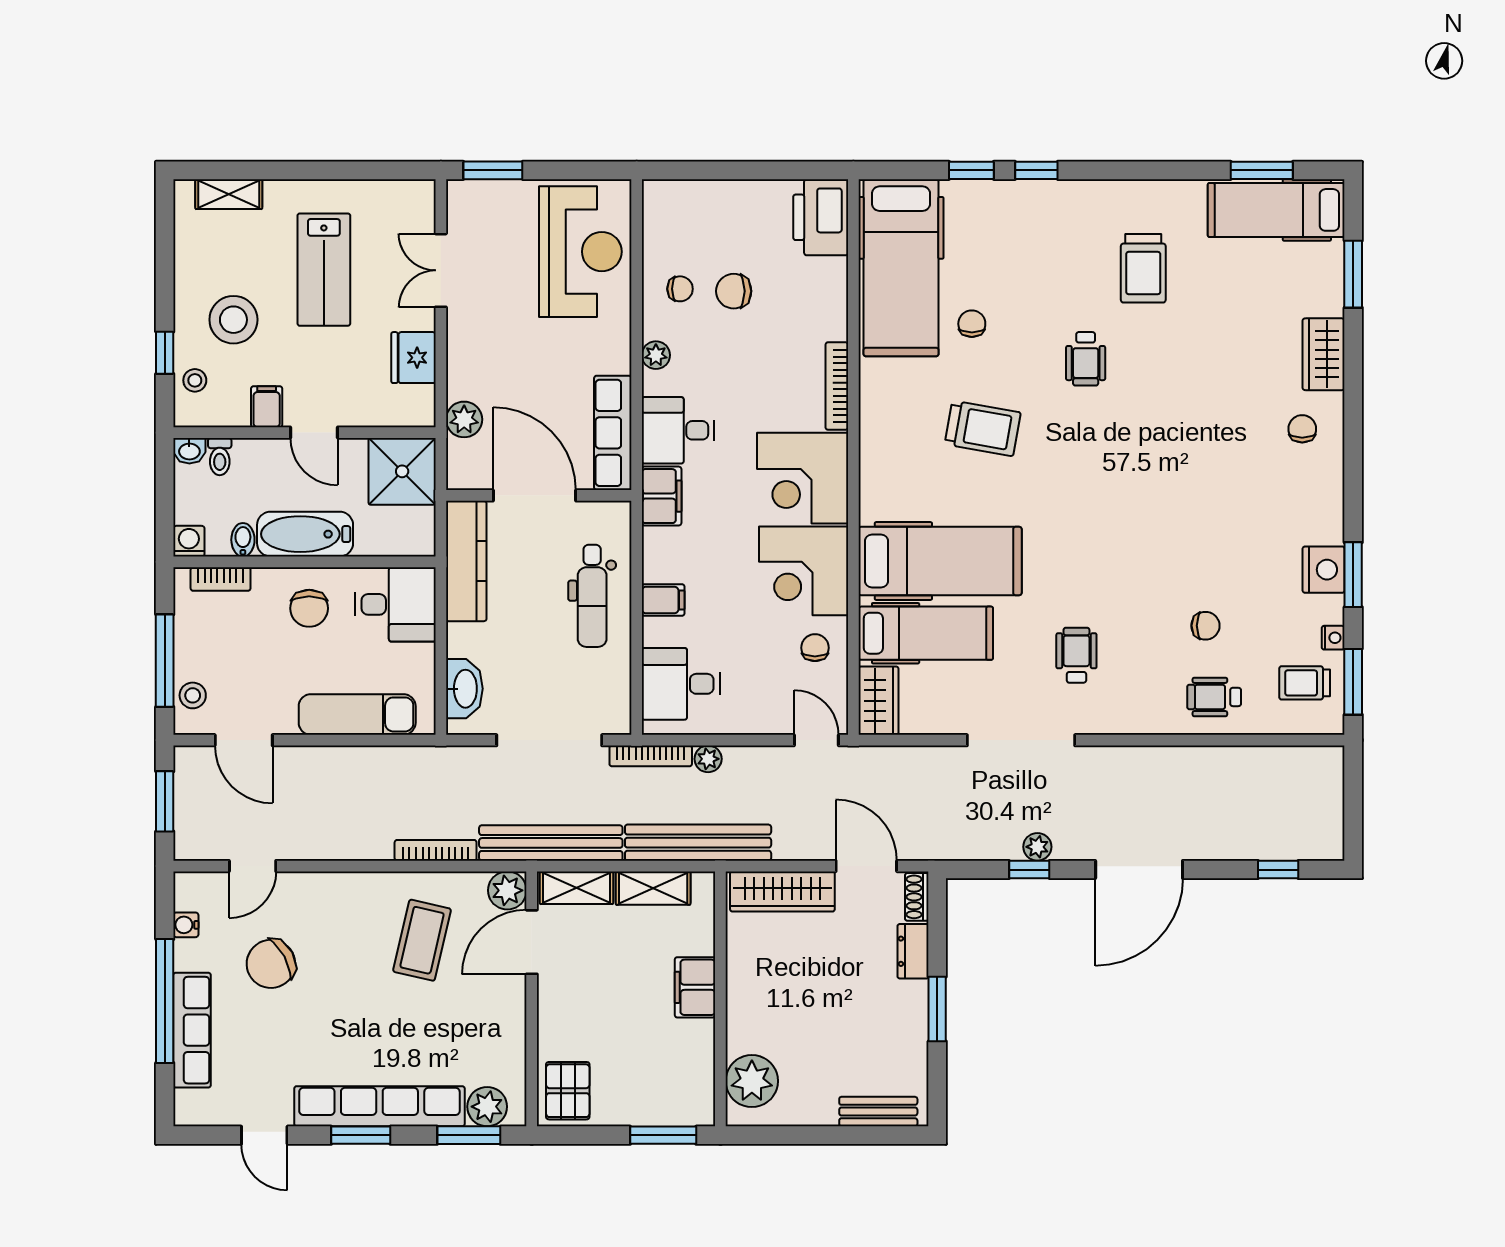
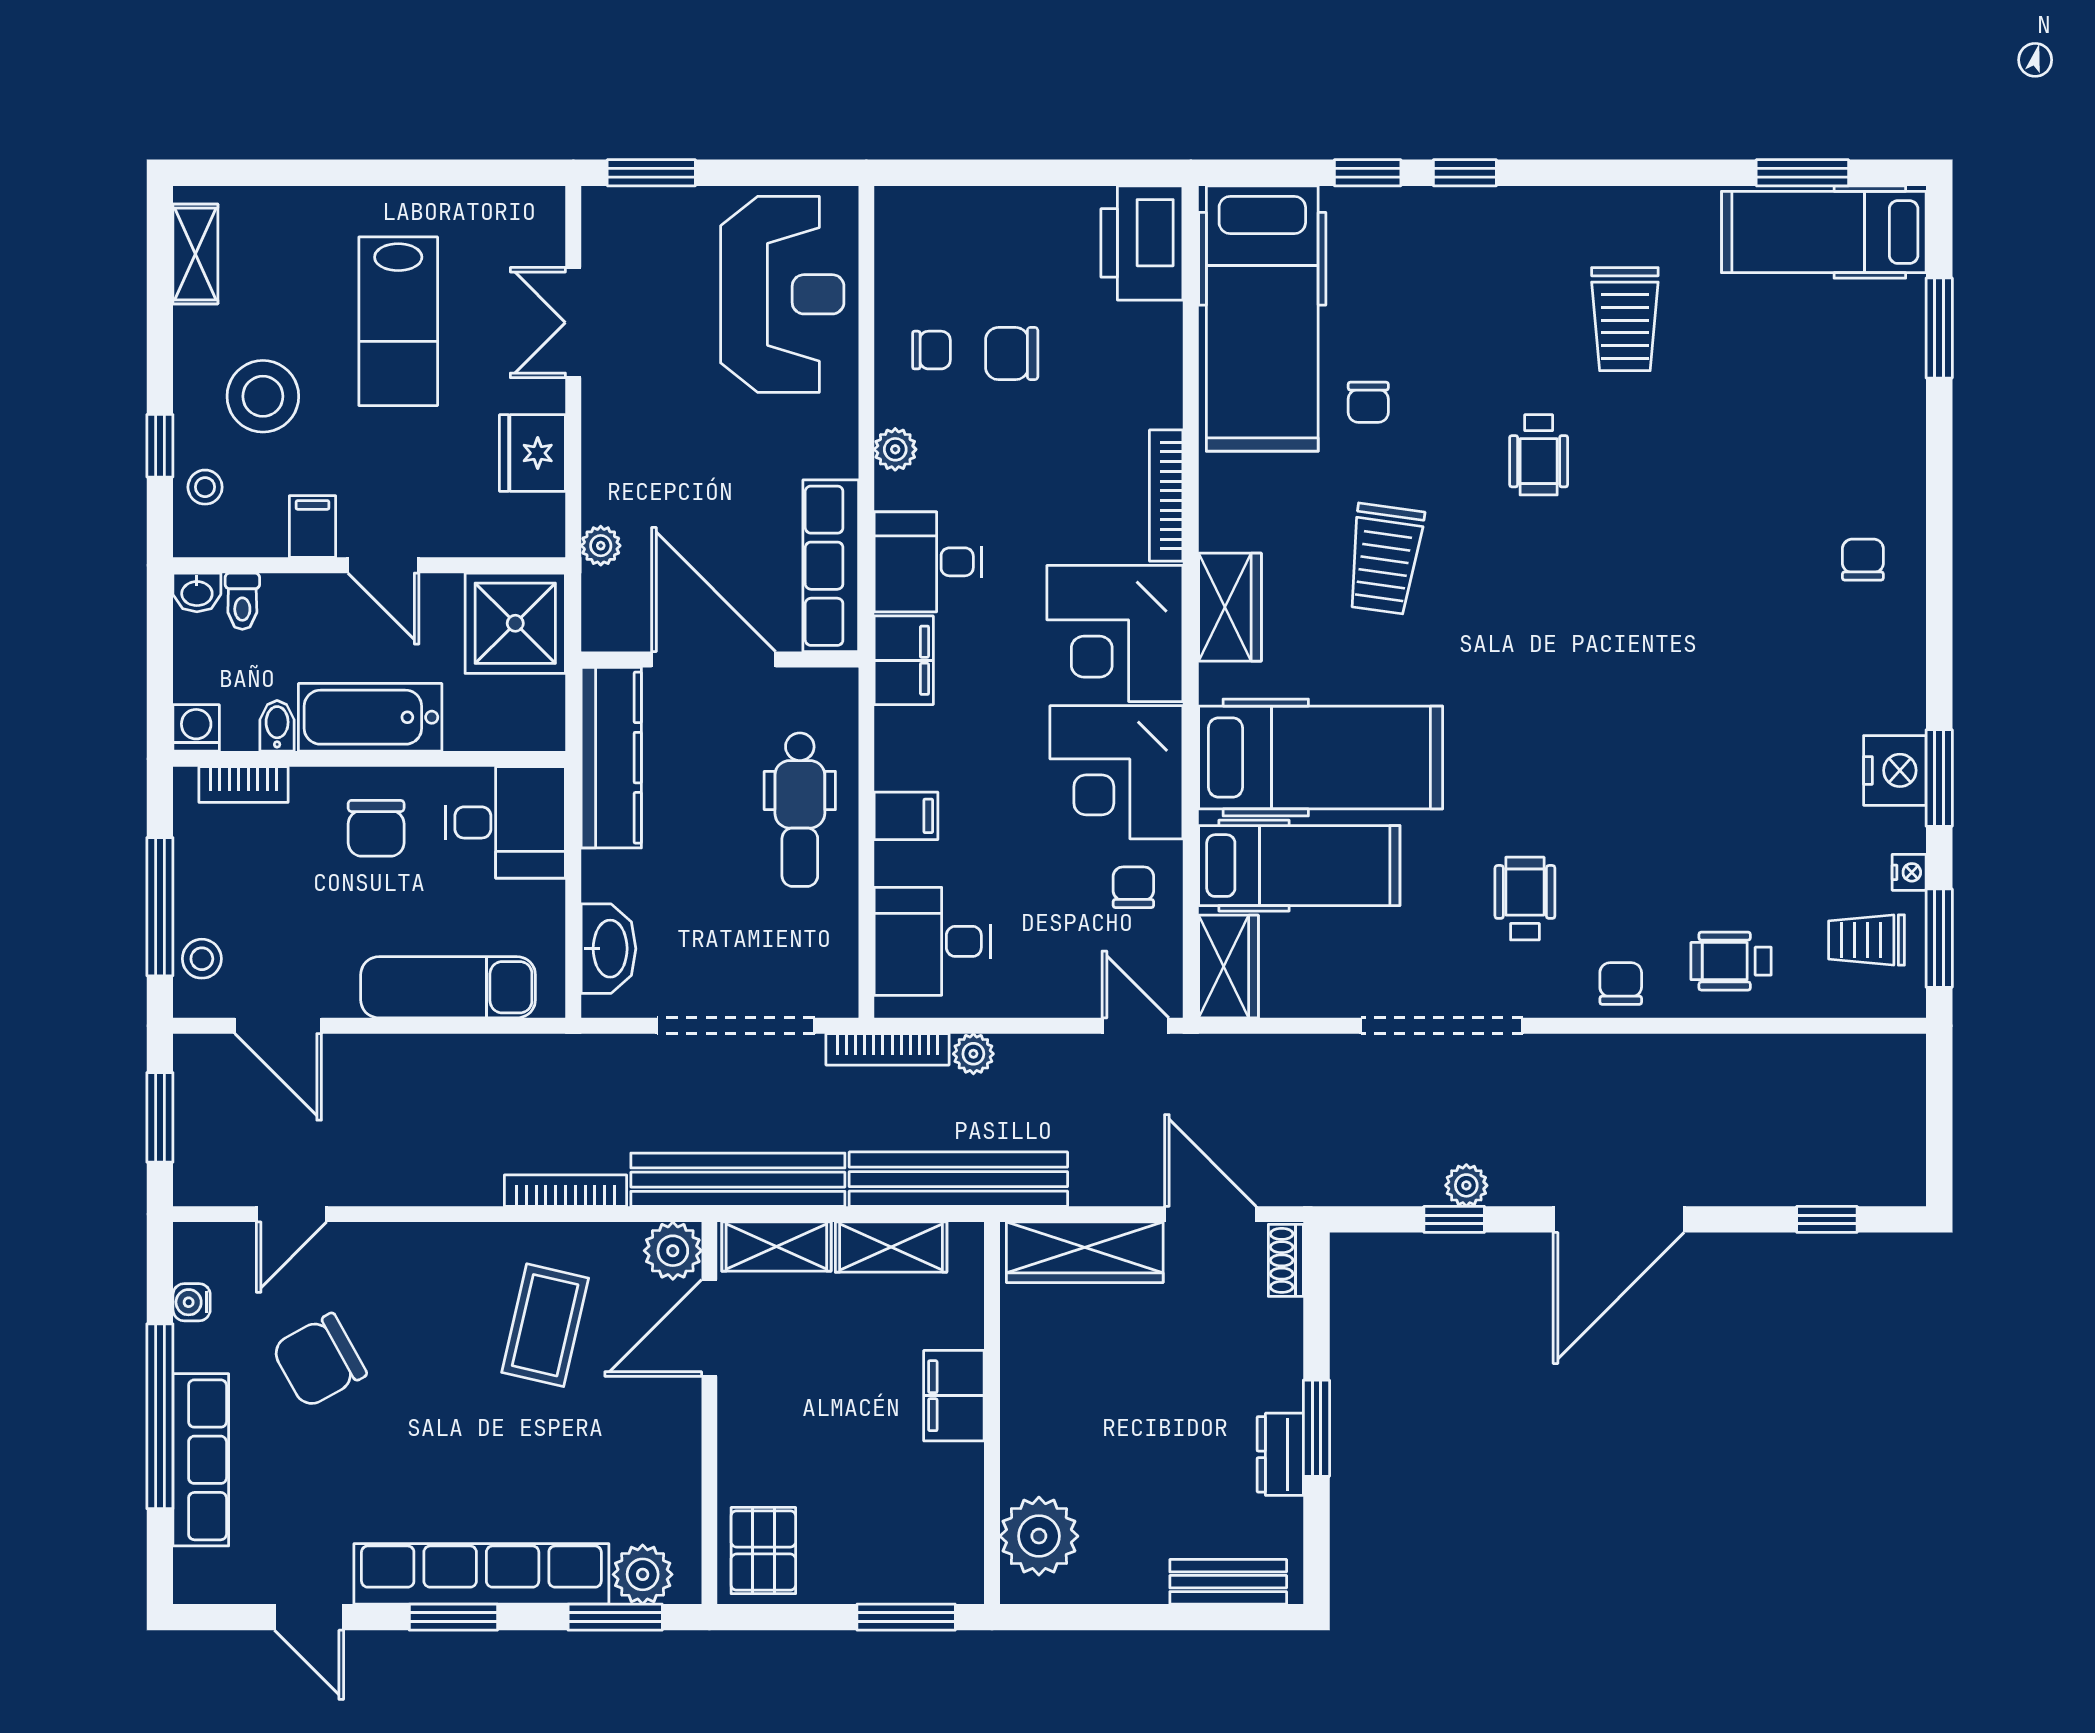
shelving: (229, 194) -> (195, 254), moved, turned 90
chair: (972, 324) -> (1368, 402), turned 180
wardrobe: (1324, 354) -> (1230, 607), moved, turned 180
plant: (464, 419) -> (601, 546), width x0.73, depth x0.73
trolley: (983, 428) -> (1385, 559), turned 88
chair: (1206, 626) -> (1621, 984), moved, turned -90
dresser: (913, 951) -> (1280, 1454), moved

